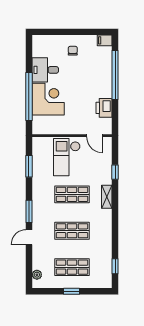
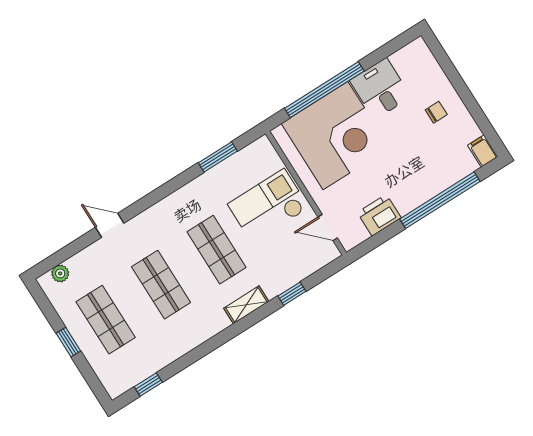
corner desk: (48, 99) -> (335, 136), width x1.36, depth x1.36
door: (95, 136) -> (328, 227), hinge flipped
window: (29, 211) -> (149, 200), removed

